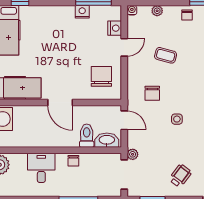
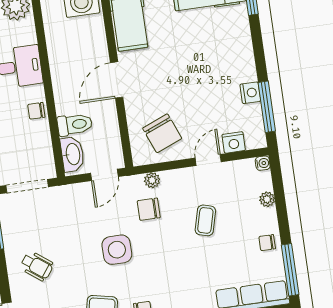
door: (124, 47) -> (208, 160), swing flipped
chair: (101, 76) -> (162, 133), turned 68
side table: (177, 119) -> (117, 250), width x1.87, depth x1.87
plant: (133, 154) -> (152, 180), moved

